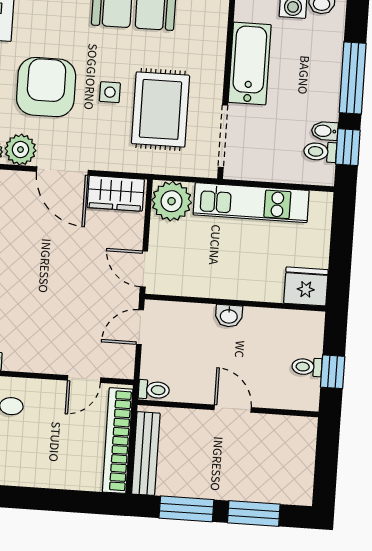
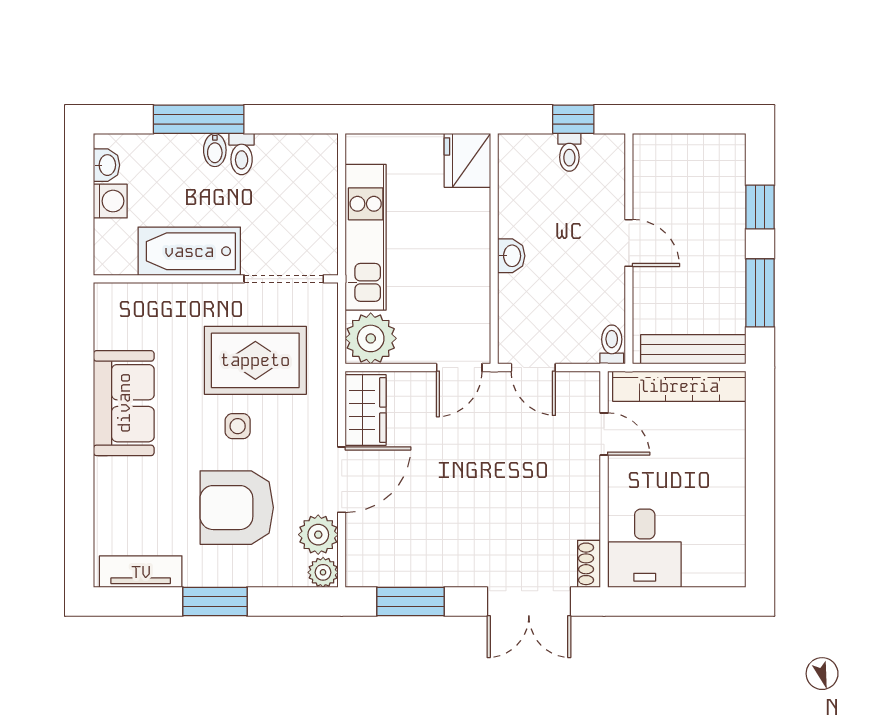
bidet: (325, 131) -> (215, 150), moved
window: (348, 147) -> (287, 119), removed
toilet: (320, 152) -> (242, 154), moved
door: (233, 409) -> (629, 243), swing flipped
window: (254, 513) -> (760, 207), width x0.67

